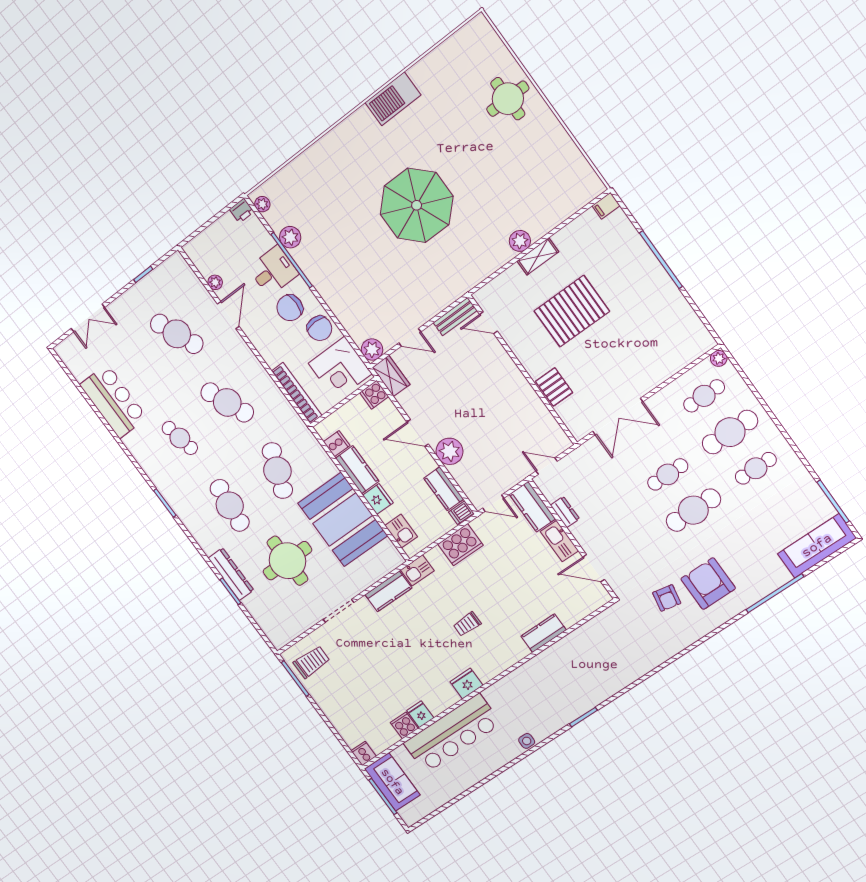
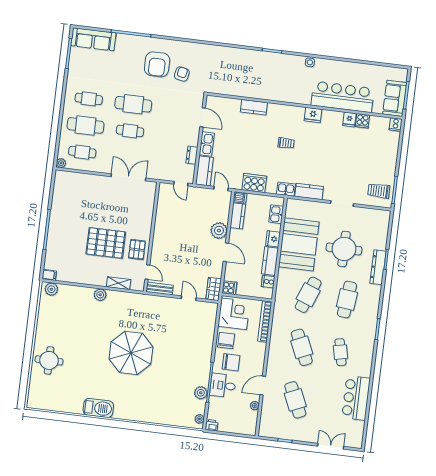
shelving: (538, 256) -> (119, 283), moved
plant: (372, 350) -> (51, 289), moved
pallet: (554, 387) -> (137, 250), moved

